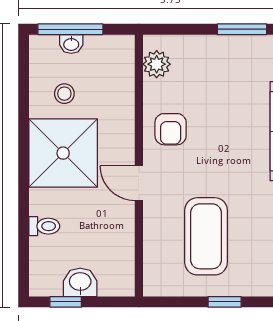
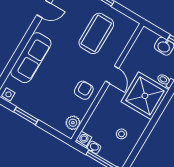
washbasin: (71, 44) -> (94, 147), moved
washing machine: (123, 47) -> (83, 139), added
shower: (63, 153) -> (145, 96), moved

